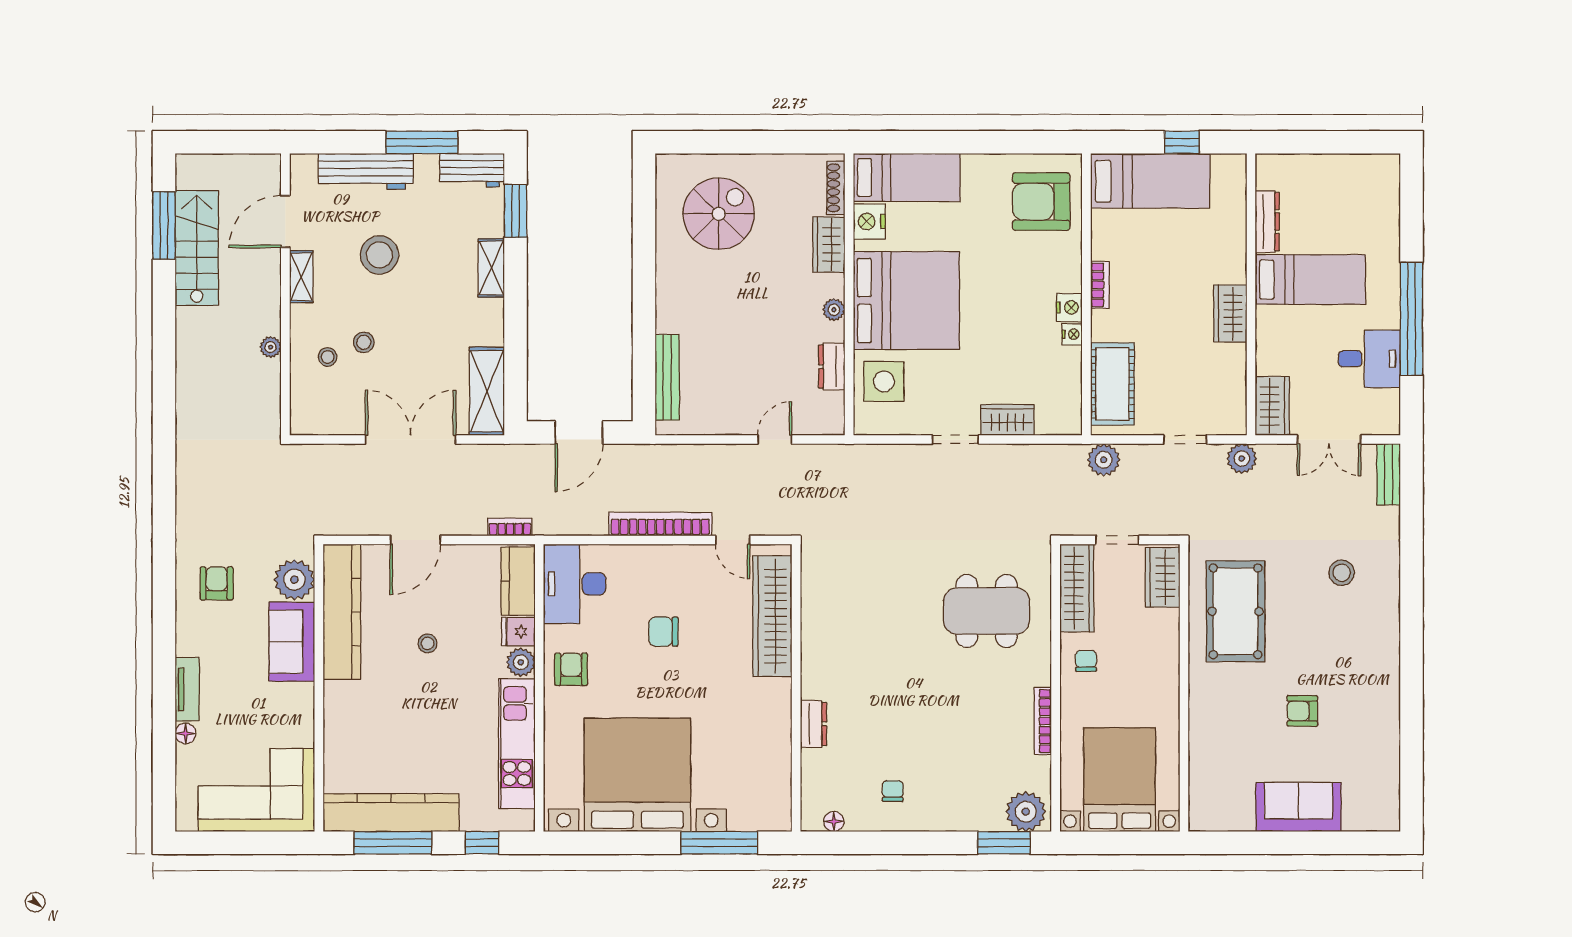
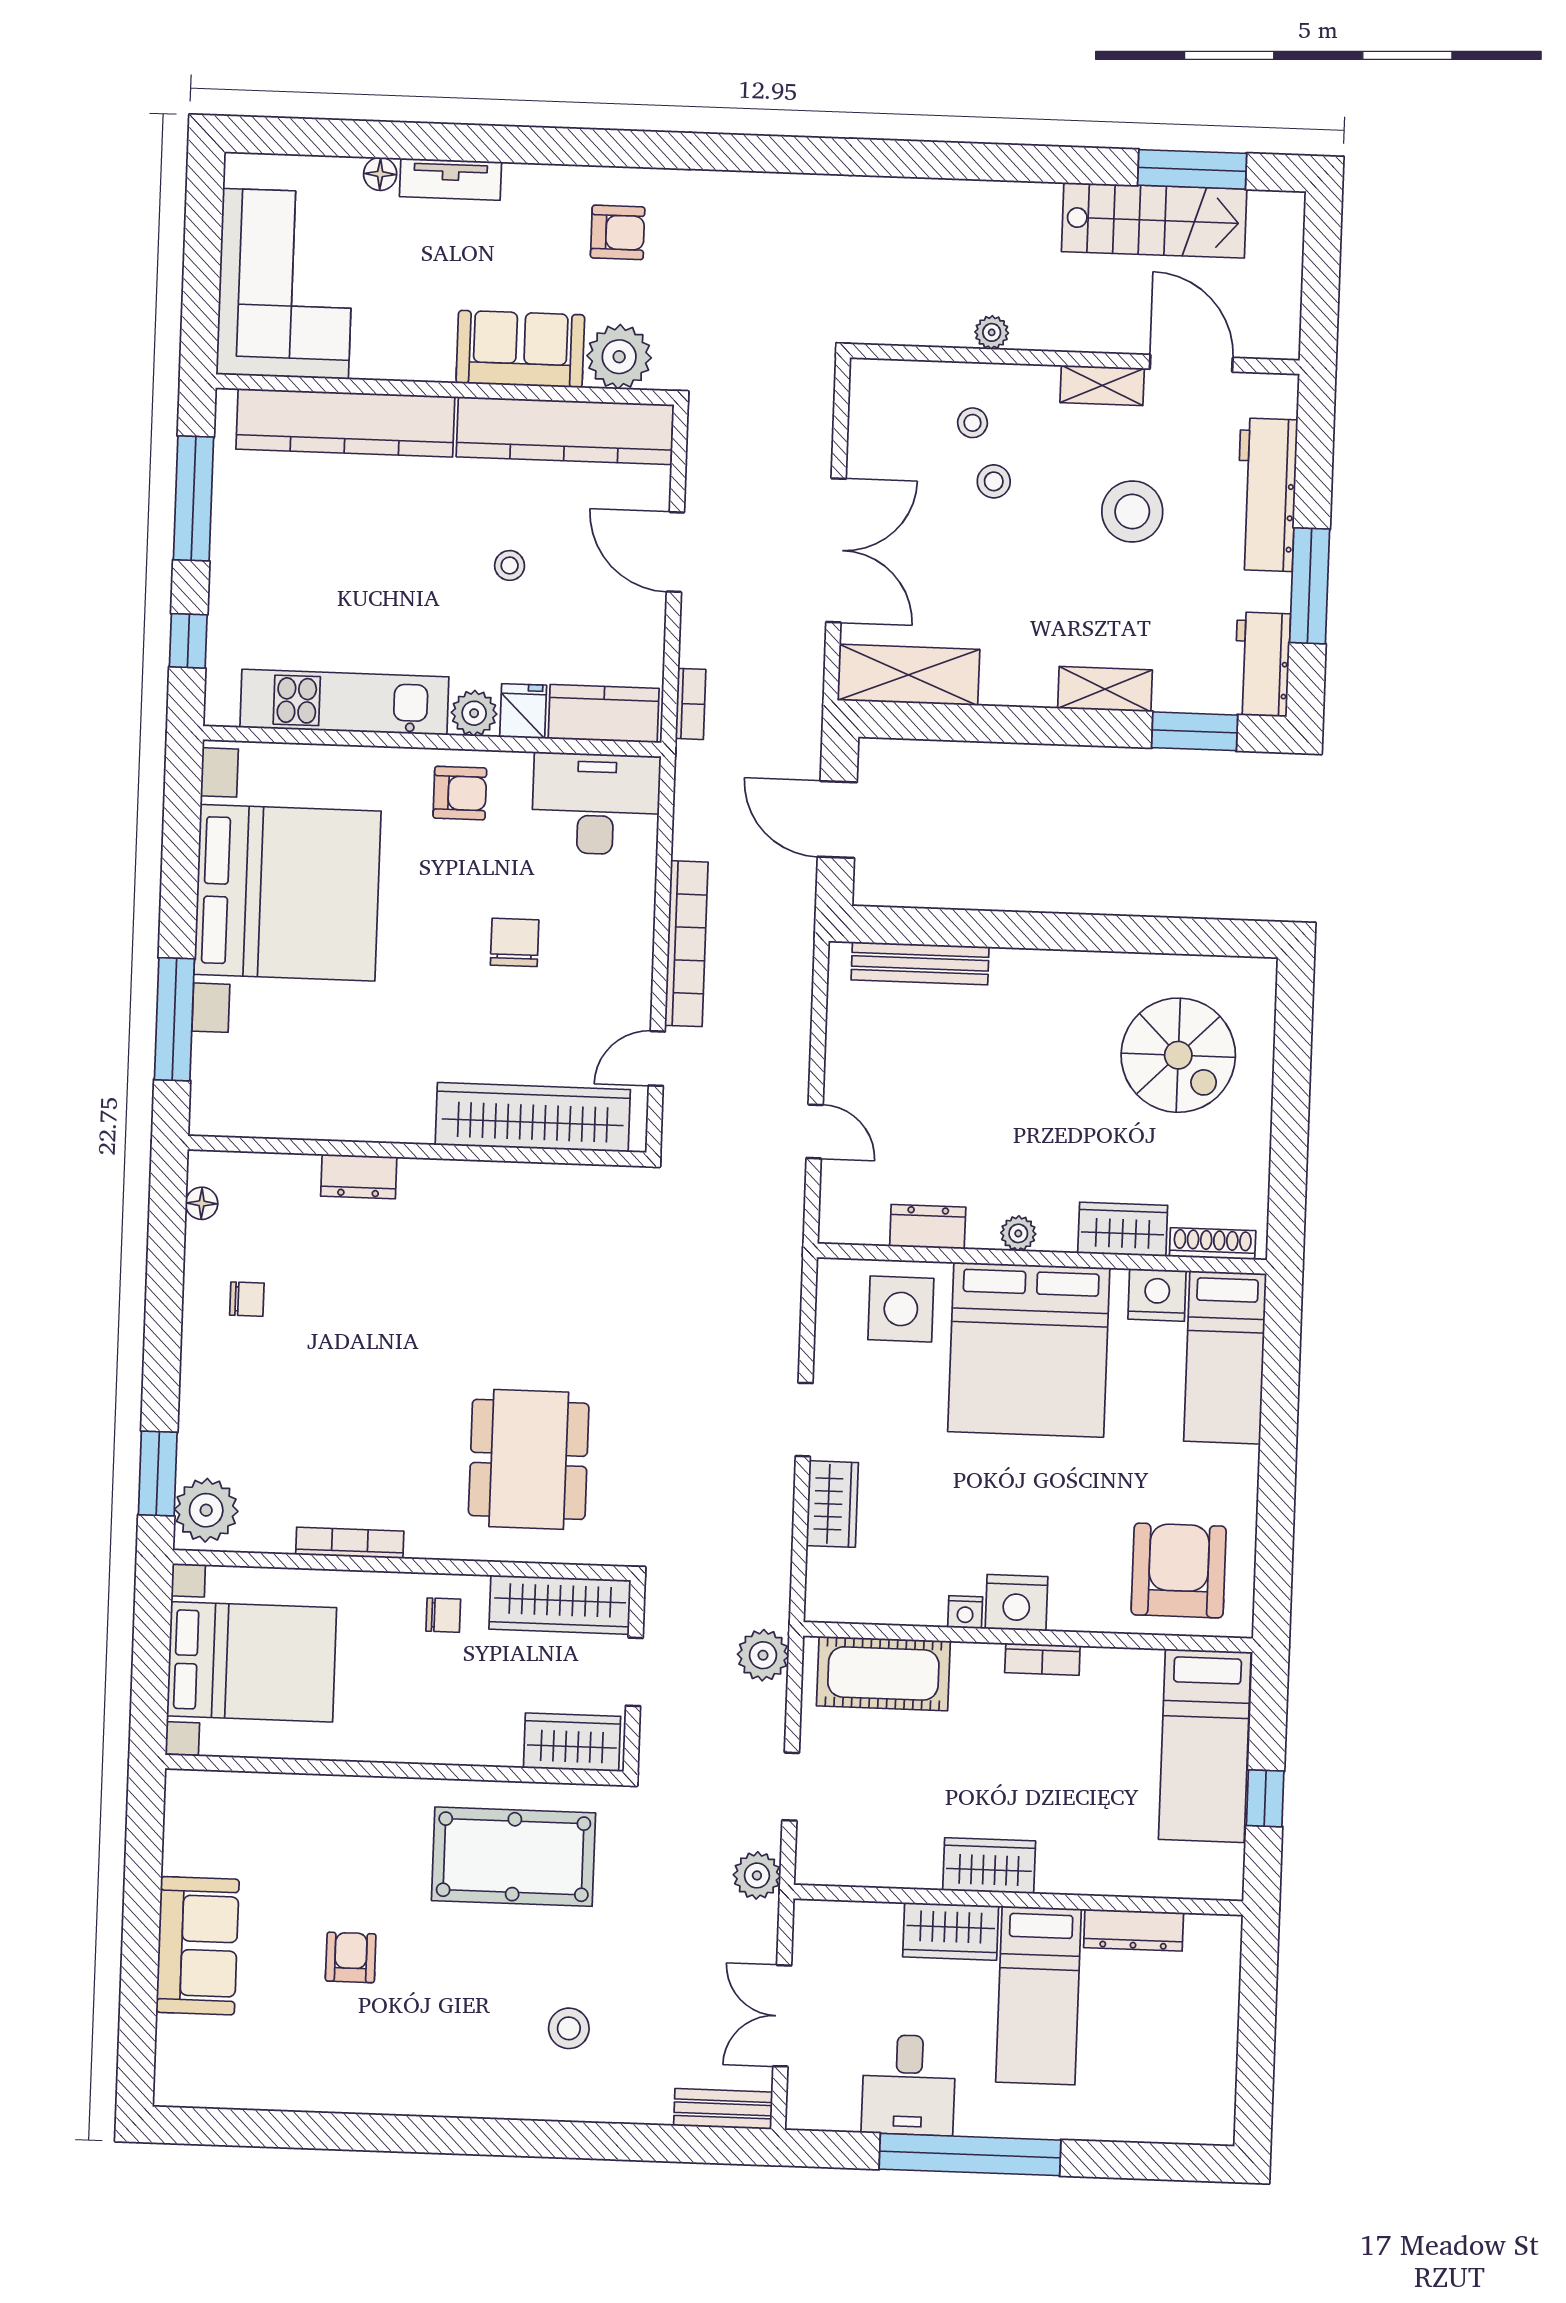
nightstand: (1069, 307) -> (1016, 1603), width x1.36, depth x1.33
wardrobe: (1272, 406) -> (951, 1931), moved
kitchen counter: (391, 813) -> (345, 423), moved, turned 90

